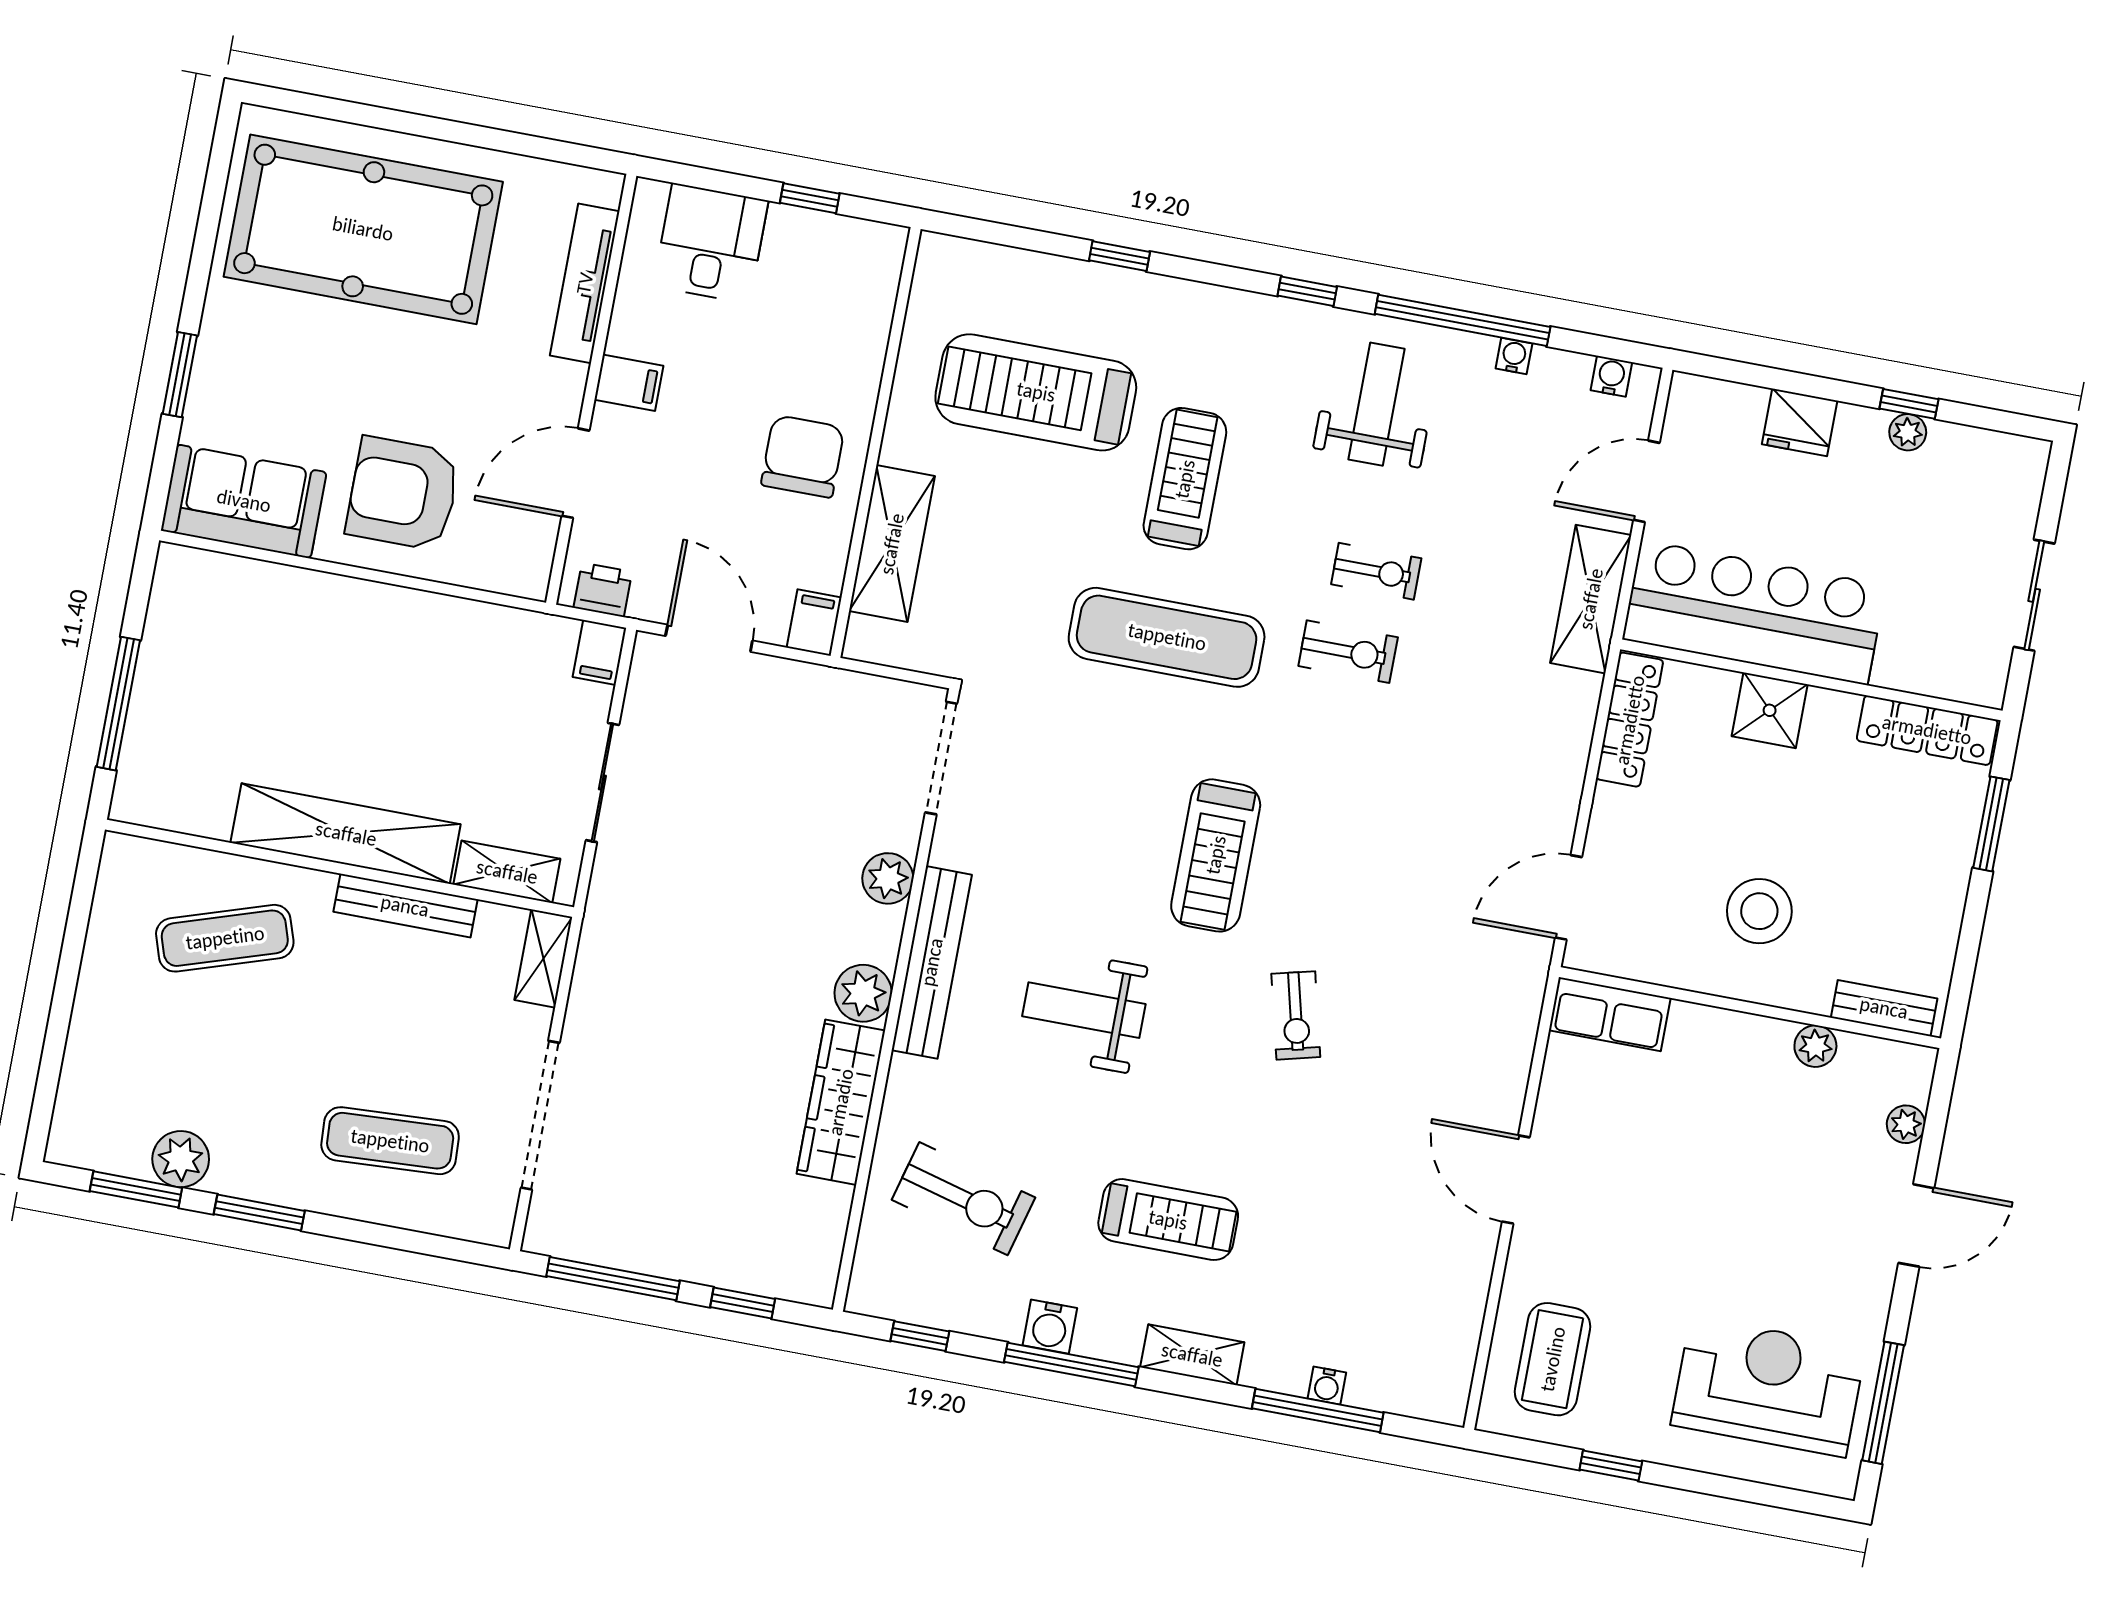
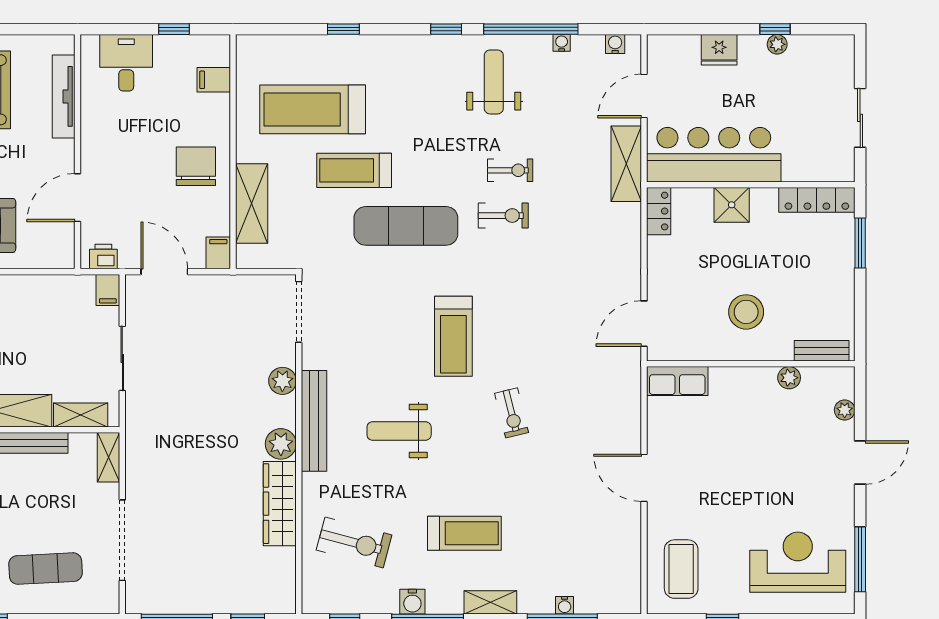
filing cabinet: (629, 383) -> (214, 80), moved, turned 180
treadmill: (1185, 479) -> (354, 170), moved, turned -90
locker: (1630, 720) -> (659, 211), width x0.66

